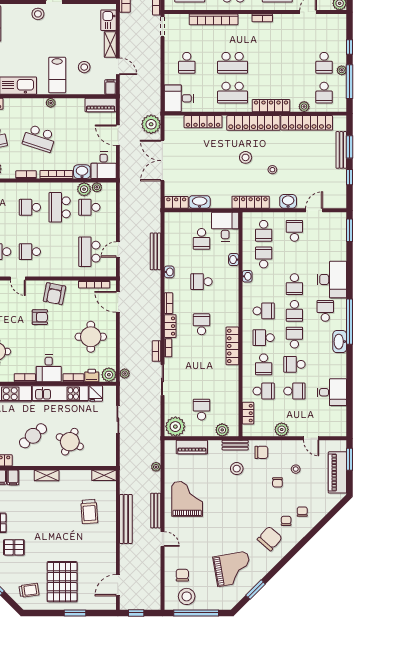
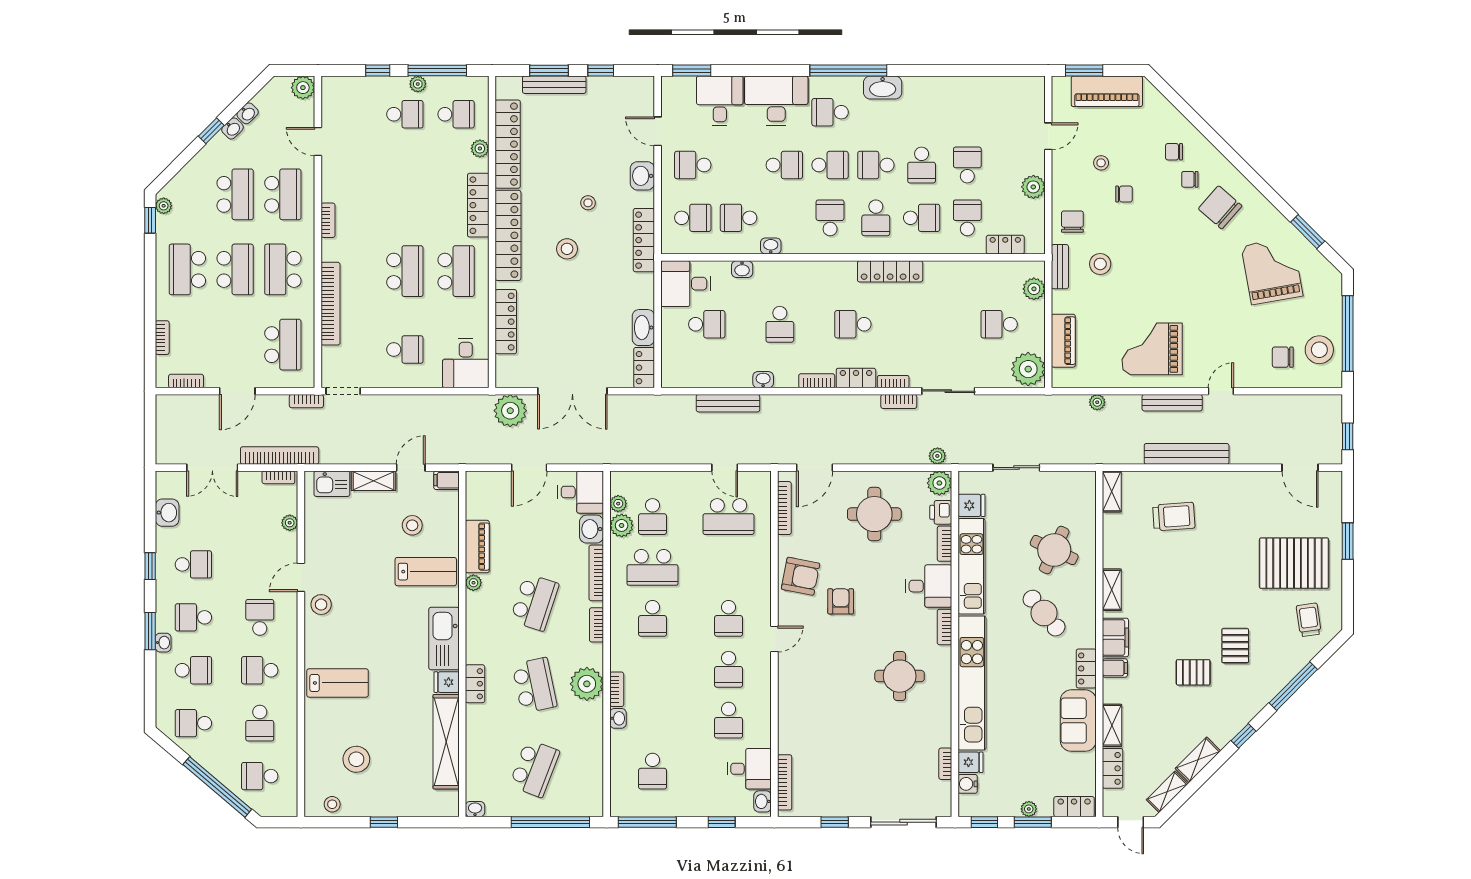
piano: (101, 105) -> (477, 547), moved
desk: (332, 392) -> (720, 101), moved
filing cabinet: (13, 477) -> (1115, 637), width x2.00

